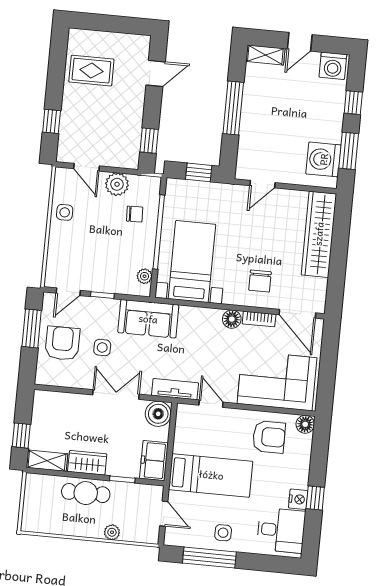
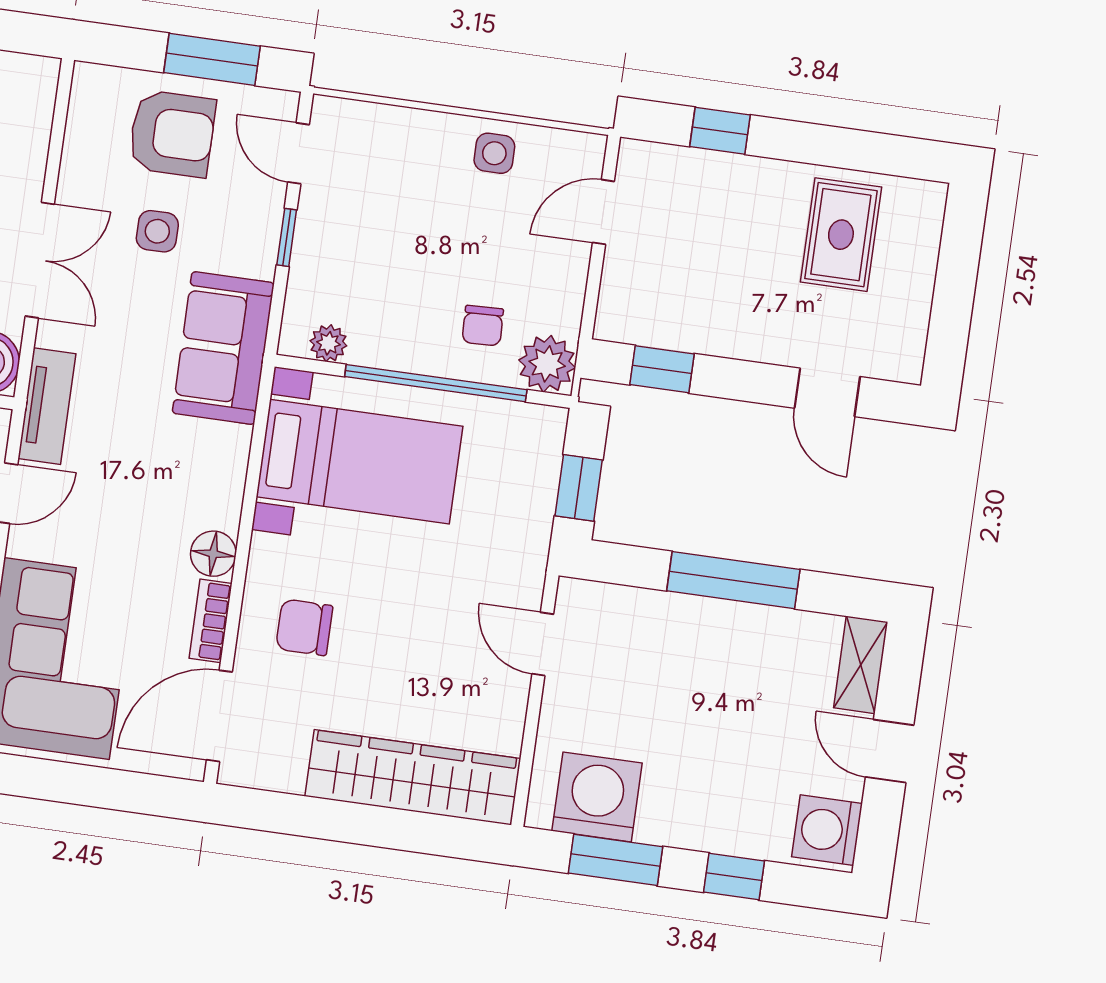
plant: (117, 184) -> (547, 364), moved

